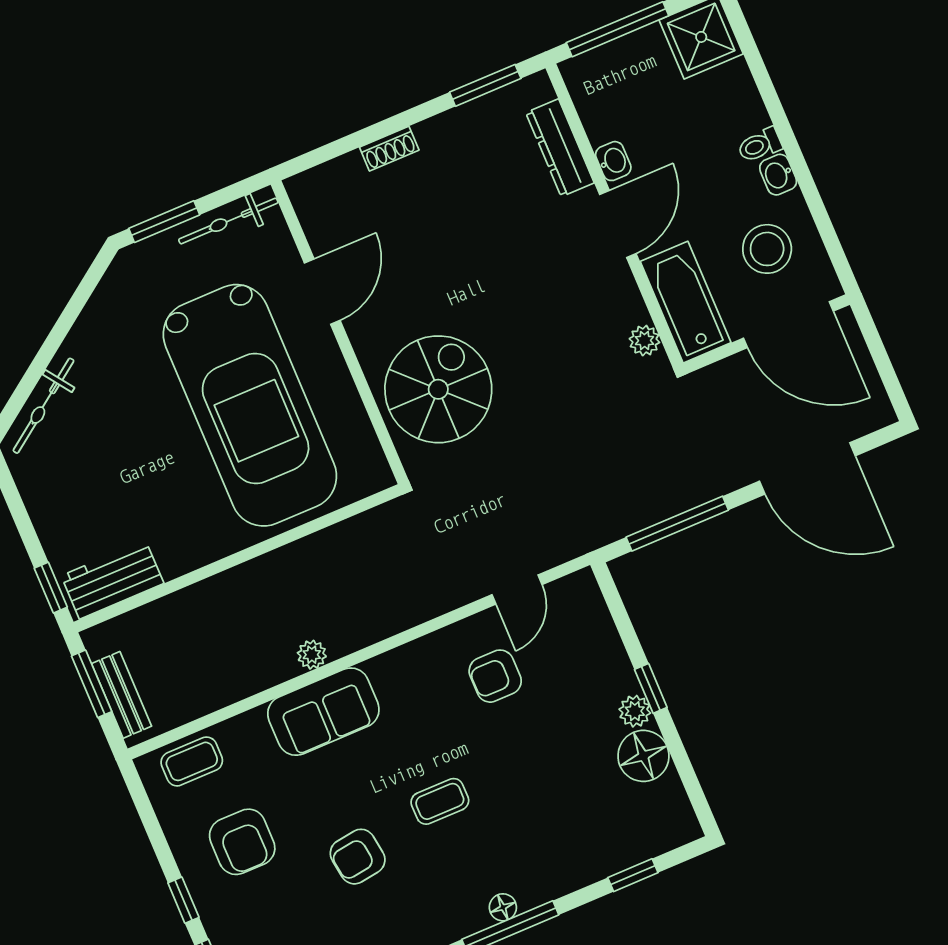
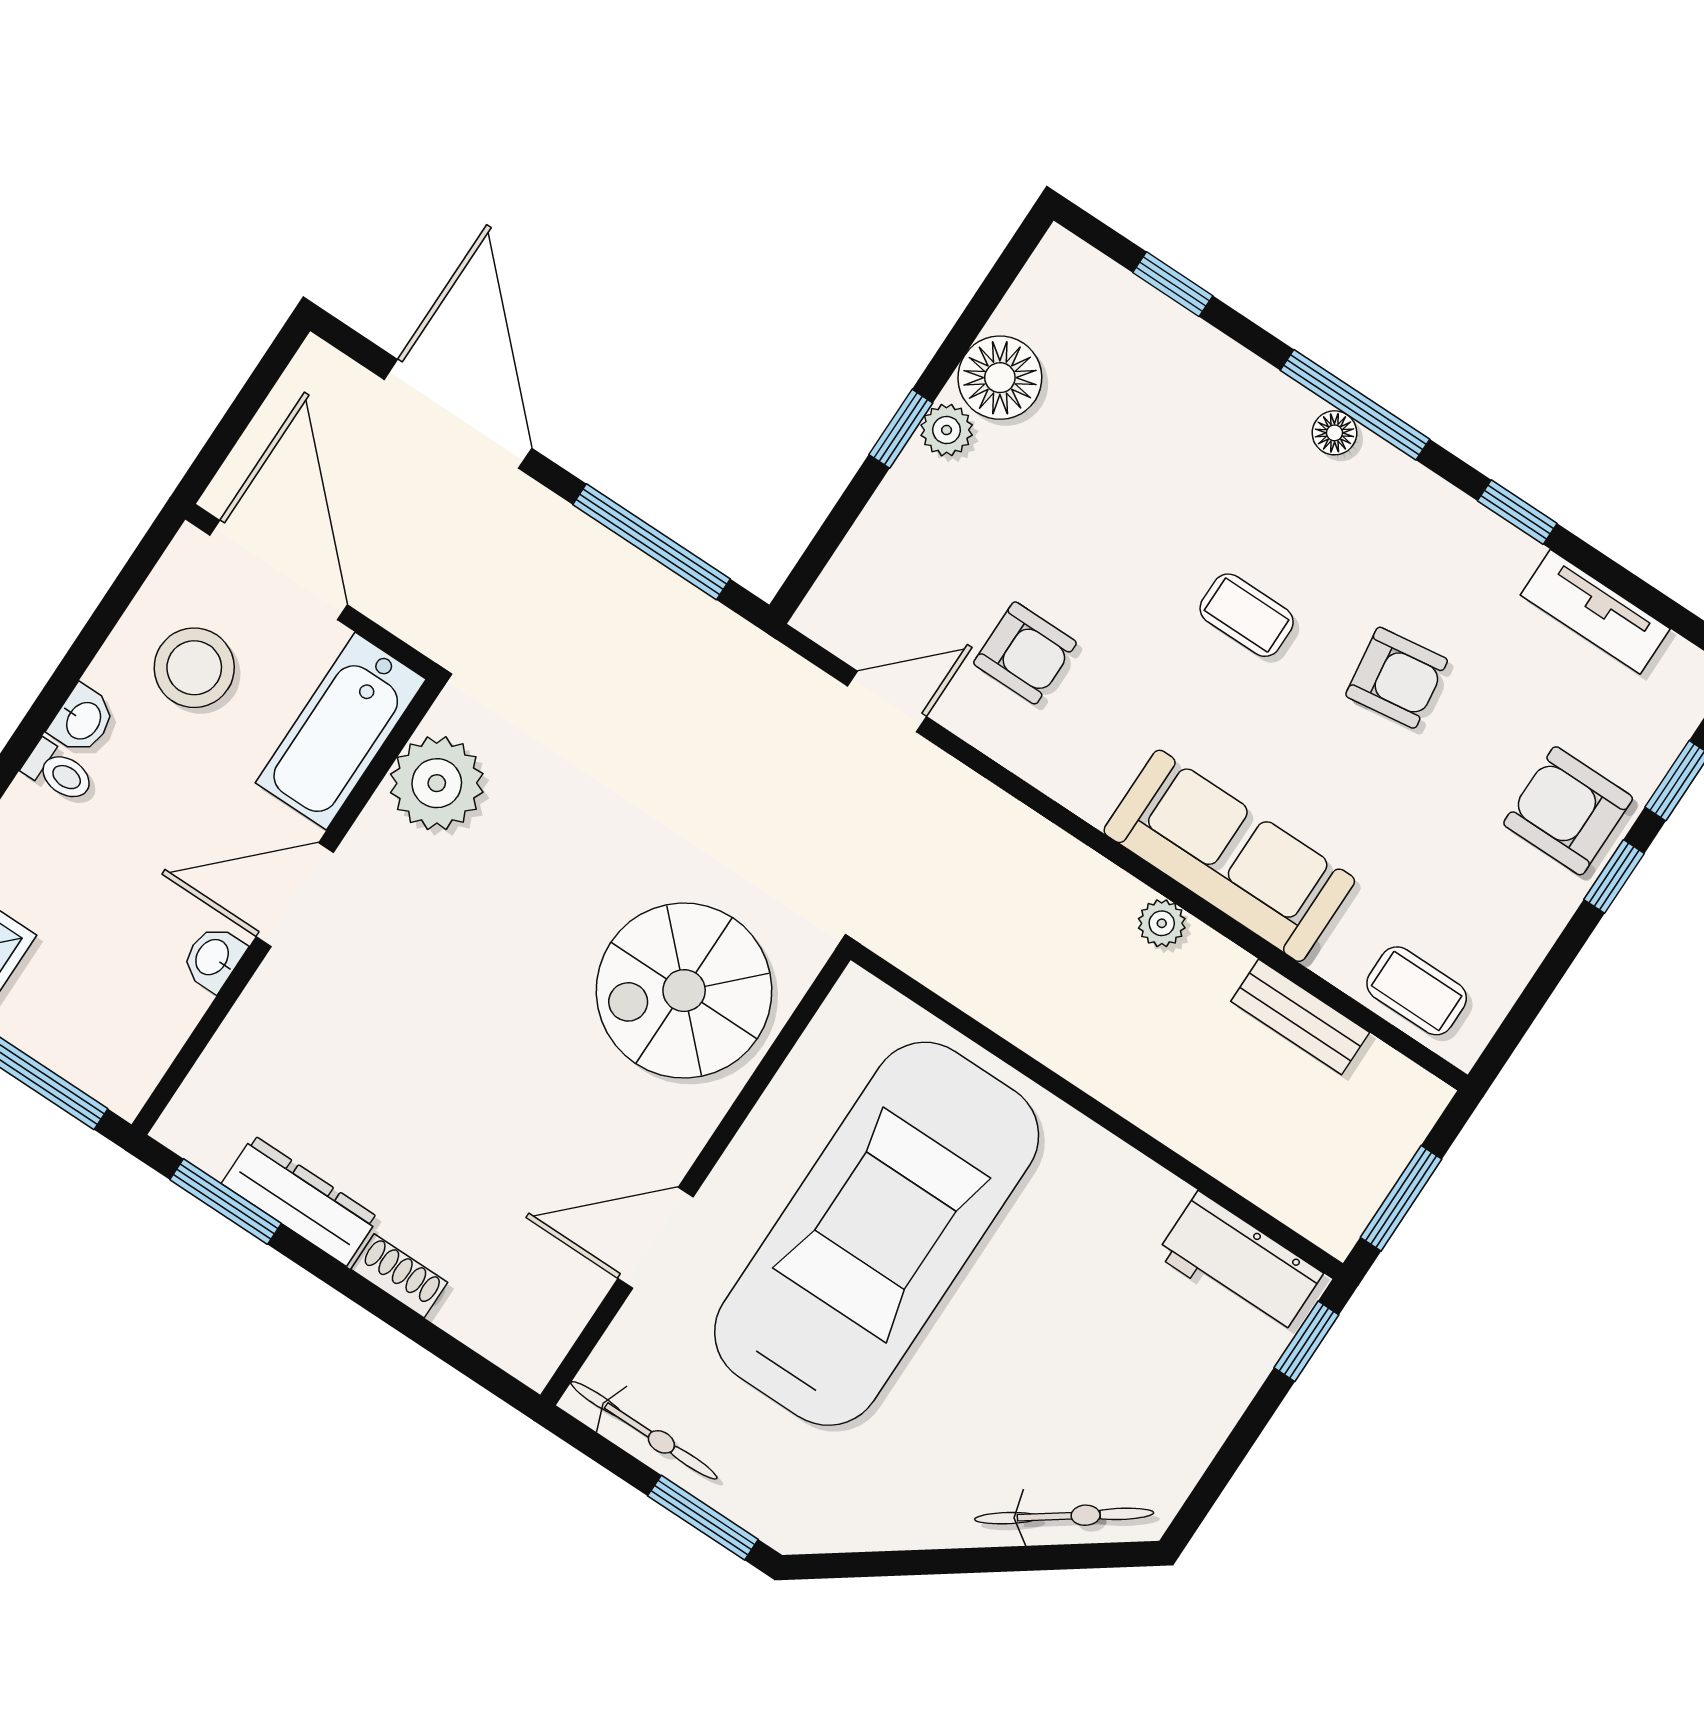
dresser: (560, 148) -> (300, 1201), moved, turned -90
plant: (644, 341) -> (437, 783), width x1.88, depth x1.88
bench: (122, 695) -> (1300, 1017), moved, turned 90
sofa: (323, 712) -> (1229, 856), width x1.36
armchair: (242, 842) -> (1568, 811), moved, turned -90

